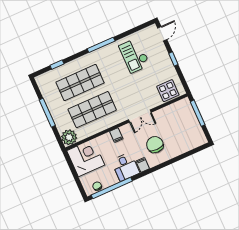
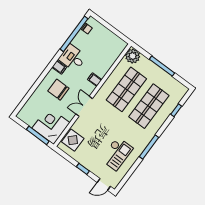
door: (162, 34) -> (104, 184), hinge flipped
checkout: (134, 55) -> (117, 154), turned 90
chair: (155, 145) -> (58, 90), turned 180
corner desk: (86, 158) -> (51, 126), moved, turned 180

